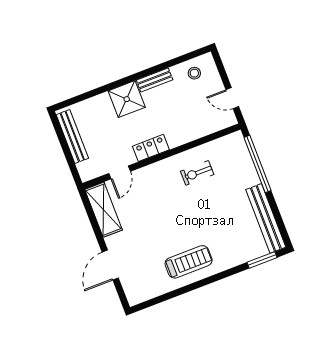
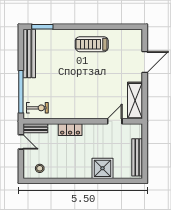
bench: (155, 80) -> (35, 128), moved
shower: (127, 99) -> (103, 168), moved
locker: (151, 148) -> (70, 130), moved
exercise bike: (197, 173) -> (37, 108), moved

